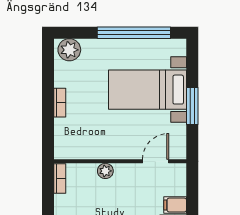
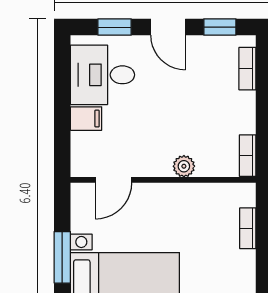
bookcase: (60, 103) -> (248, 228), moved

